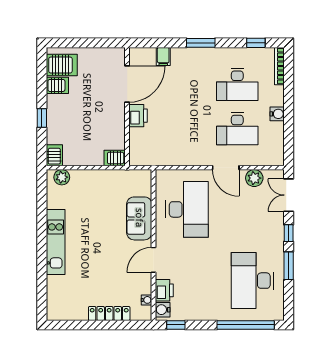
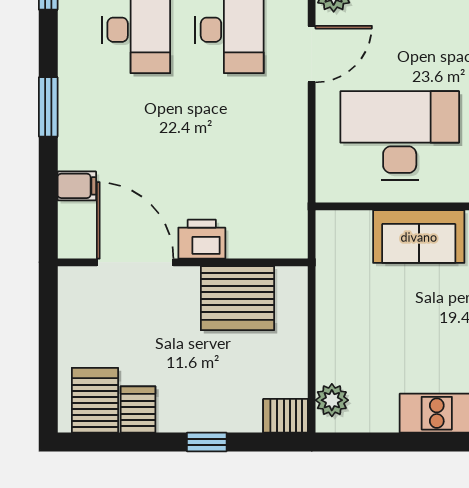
server rack: (115, 158) -> (237, 298), moved, width x2.18, depth x1.44

